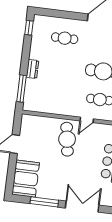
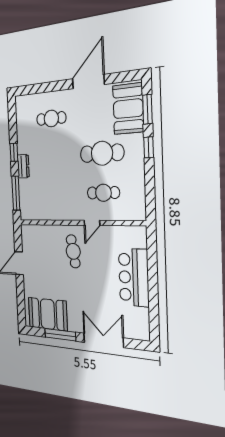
window: (29, 28) -> (14, 152), moved
cafe table: (67, 139) -> (73, 251), width x0.73, depth x0.74
booth: (26, 179) -> (48, 314), moved, turned 90

